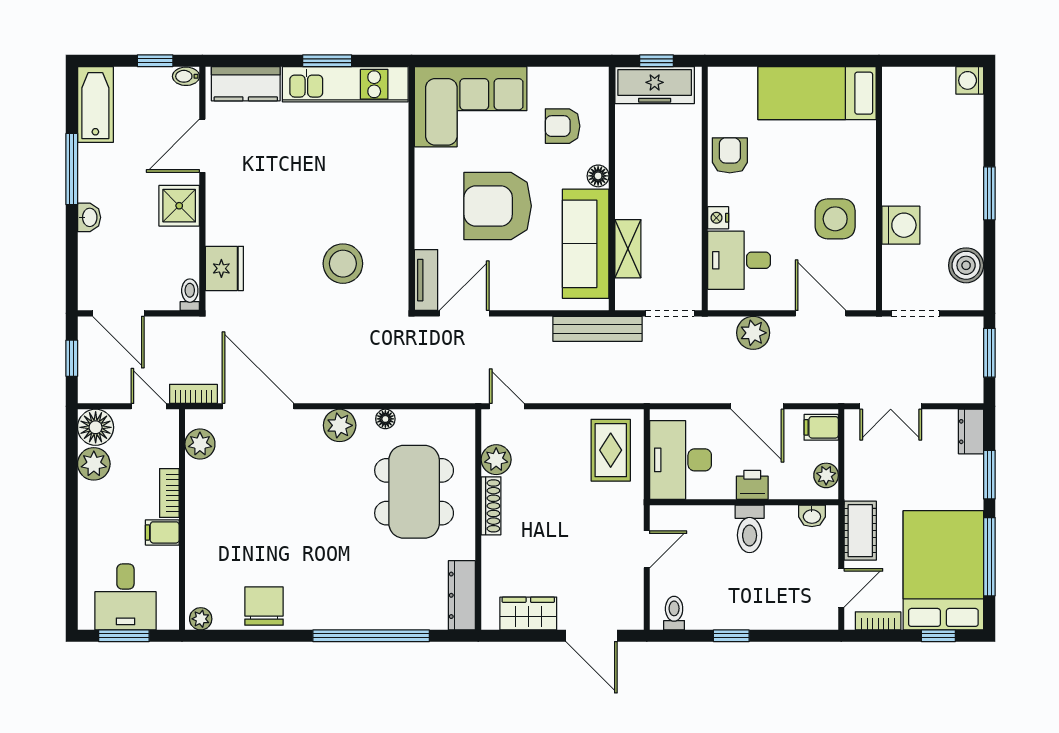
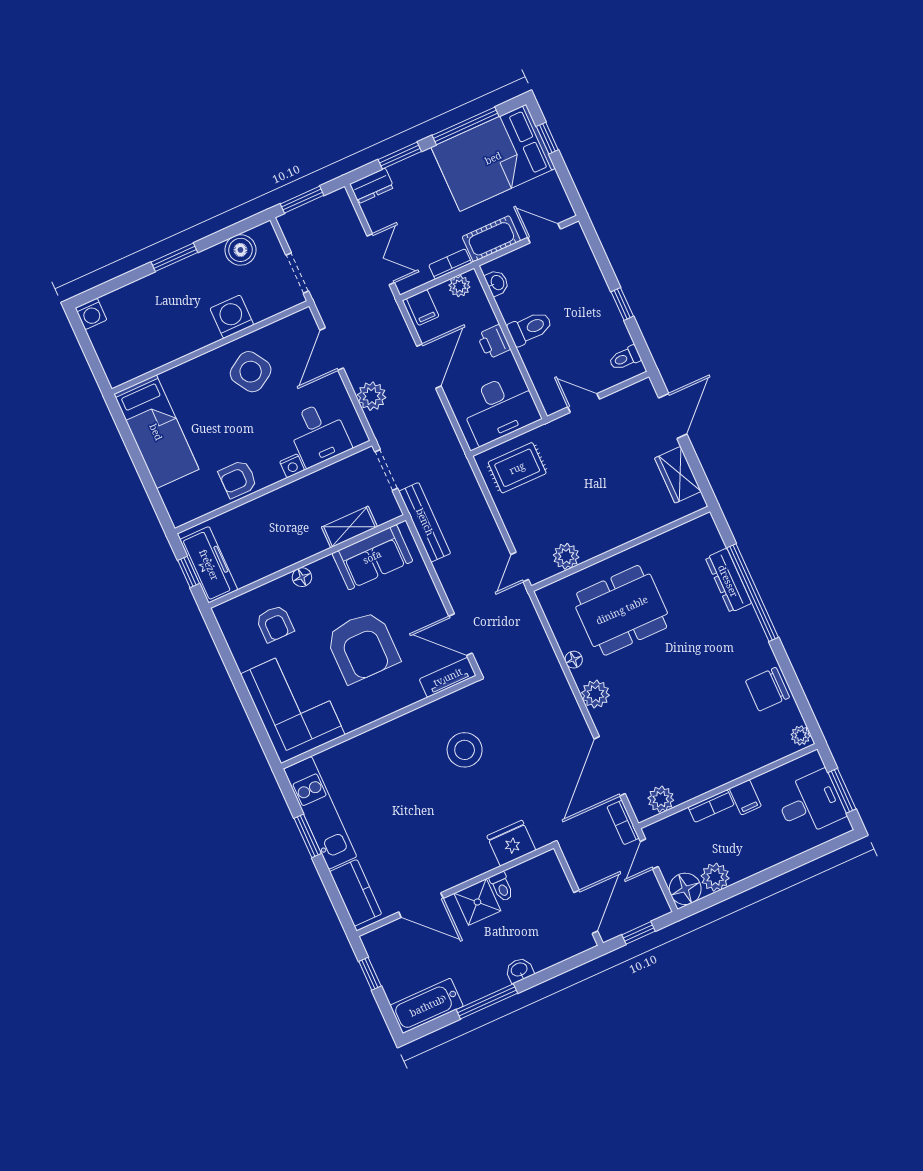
bidet: (186, 76) -> (371, 943), removed
side table: (835, 219) -> (251, 372), turned -32
sofa: (586, 244) -> (372, 557), width x0.73
toilet: (190, 295) -> (502, 887), moved, turned -90
shoe rack: (491, 506) -> (605, 544), removed
dresser: (462, 595) -> (728, 581), moved, turned 90
bookcase: (878, 621) -> (450, 264), moved, turned 90

